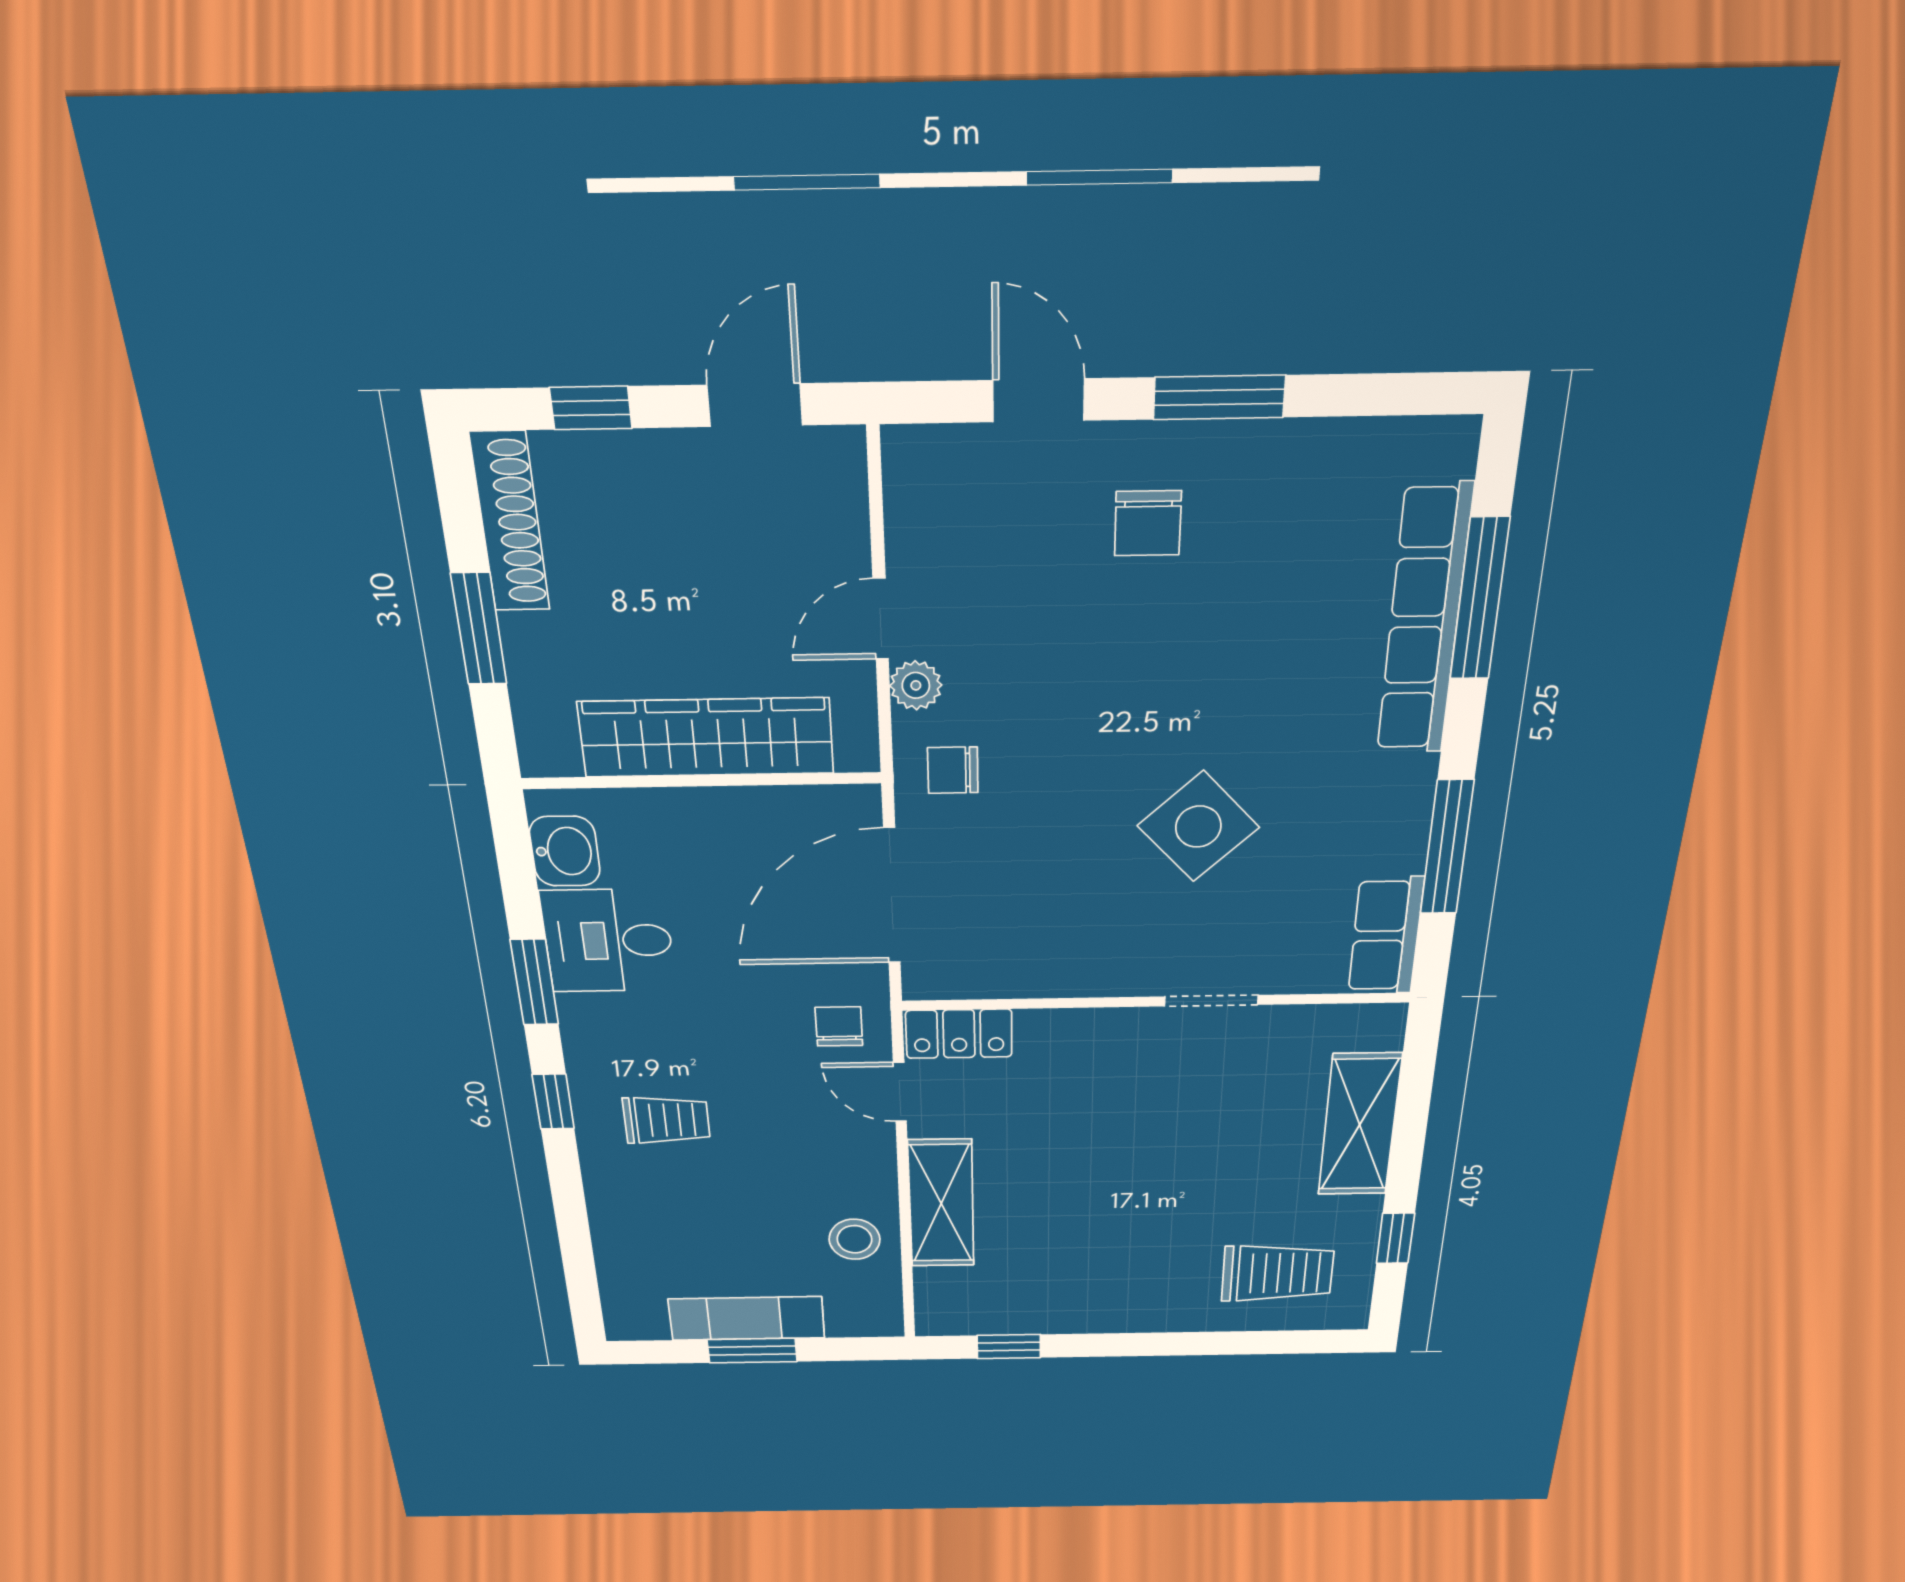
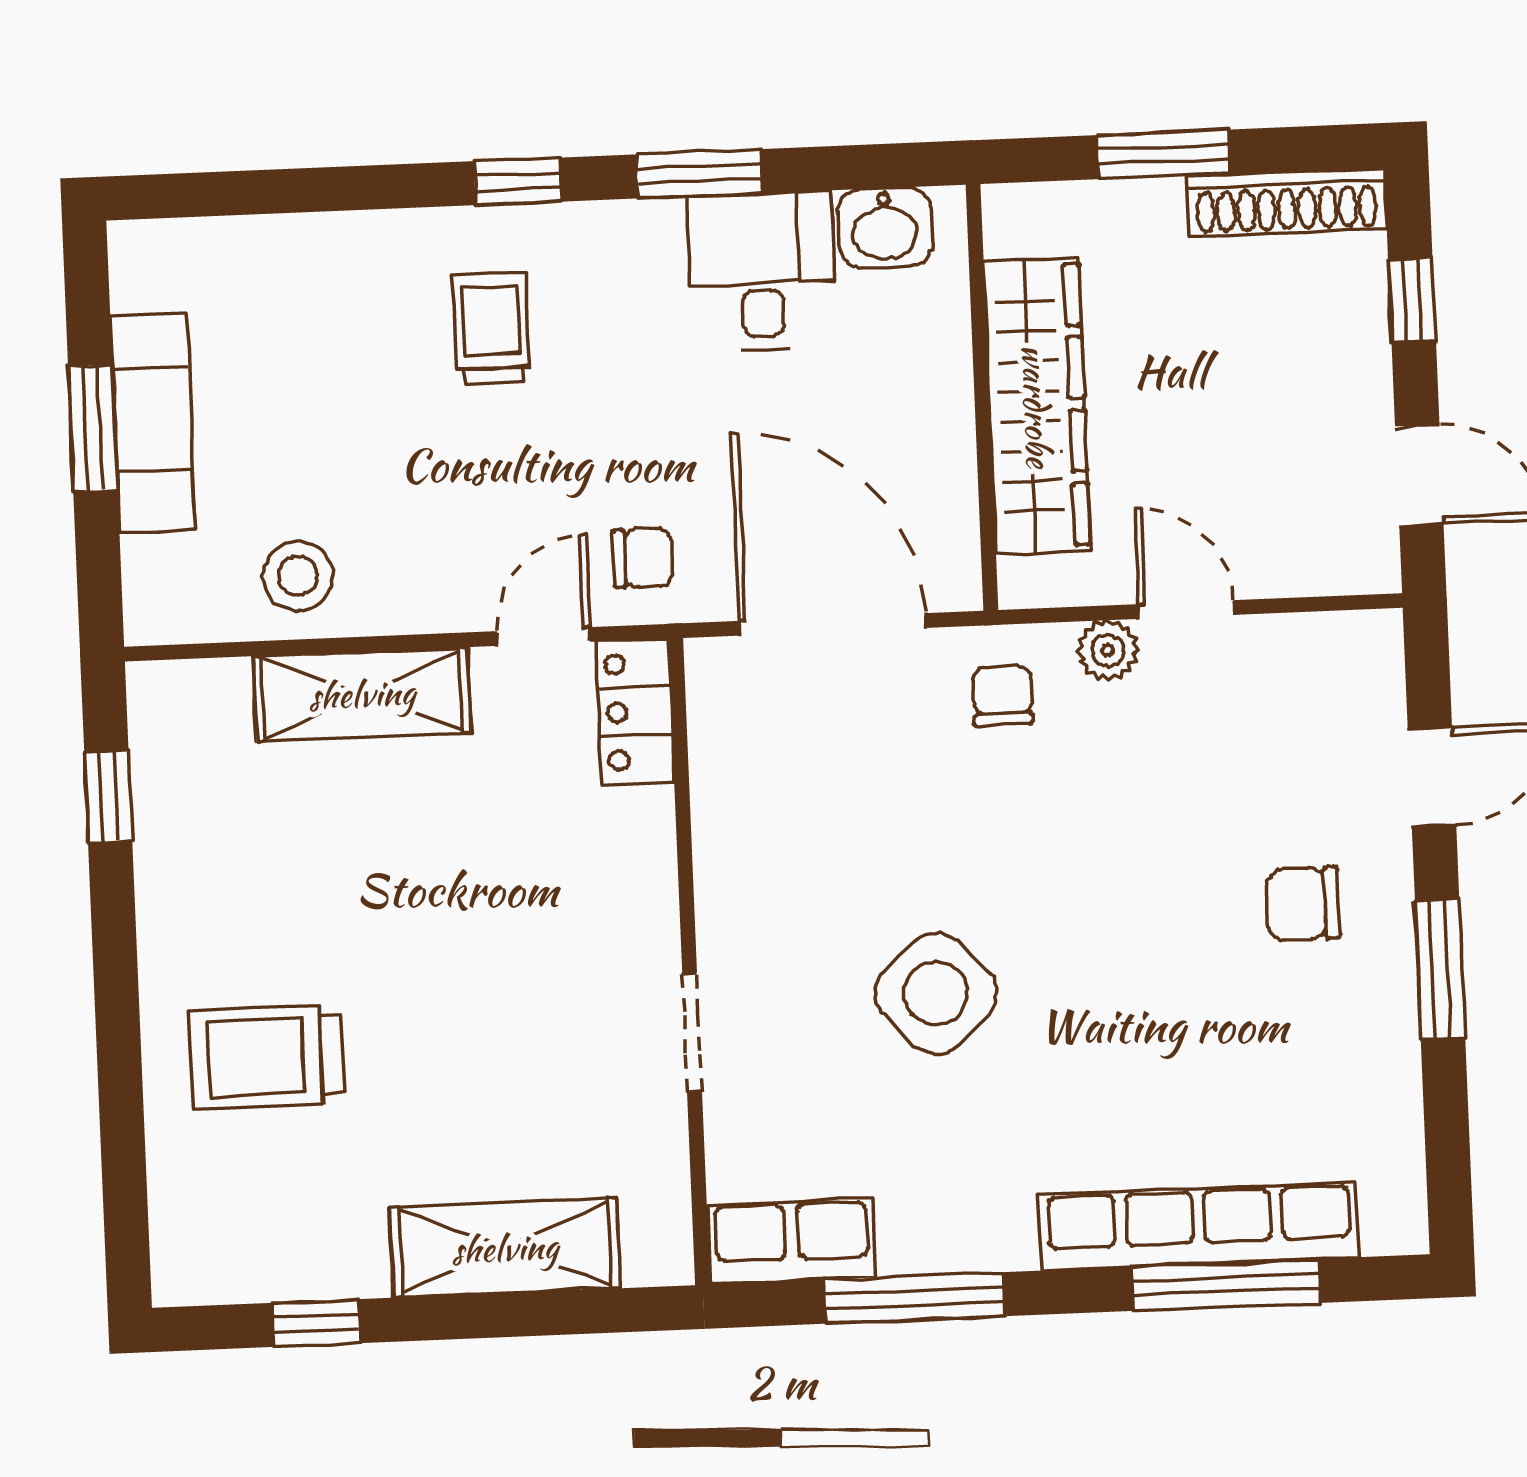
trolley: (666, 1120) -> (492, 328), turned 180
trolley: (1278, 1273) -> (266, 1057), moved, turned 90

